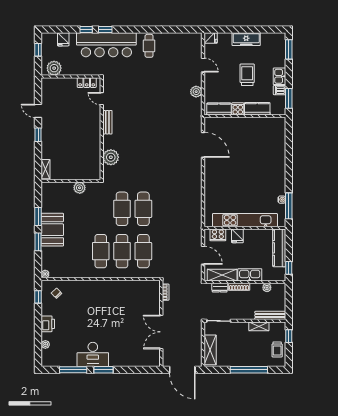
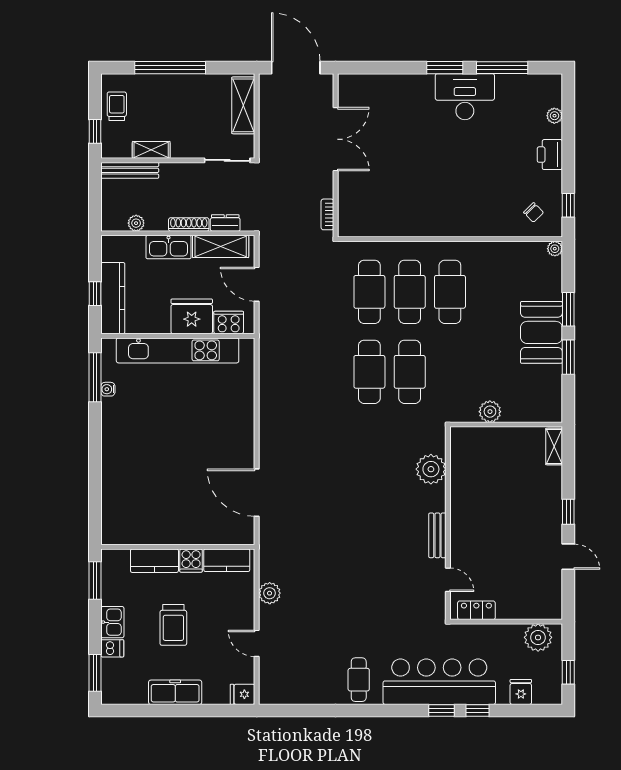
dishwasher: (279, 90) -> (112, 648), moved
fridge: (237, 236) -> (192, 316), width x1.88, depth x1.34
window: (289, 268) -> (95, 294), moved

